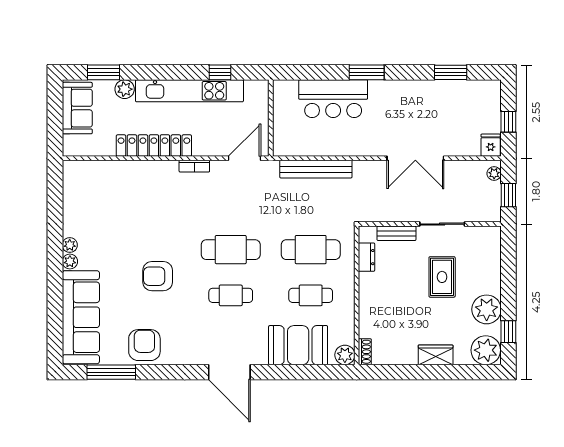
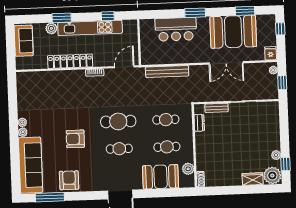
window: (103, 72) -> (62, 18), moved
booth: (429, 106) -> (233, 32), added
window: (508, 122) -> (280, 29), moved
cafe table: (311, 250) -> (166, 120), width x0.73, depth x0.74
rug: (442, 277) -> (245, 133), removed
plant: (487, 309) -> (276, 155), width x0.53, depth x0.53
plant: (345, 355) -> (188, 169), moved
wardrobe: (436, 355) -> (253, 179), moved

